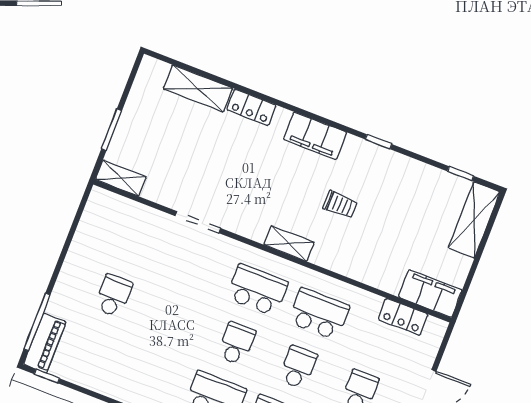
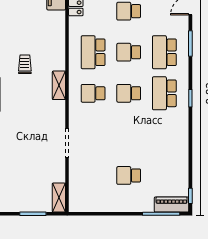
school desk: (257, 290) -> (93, 93), width x0.54

